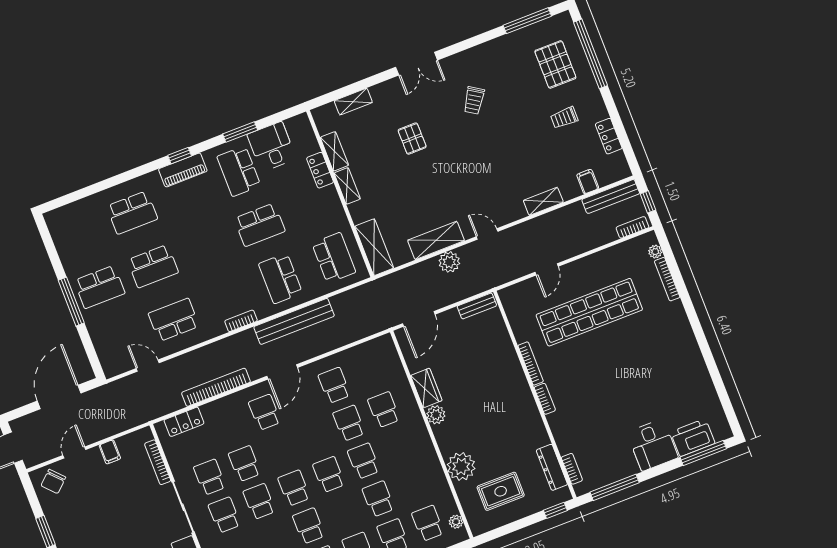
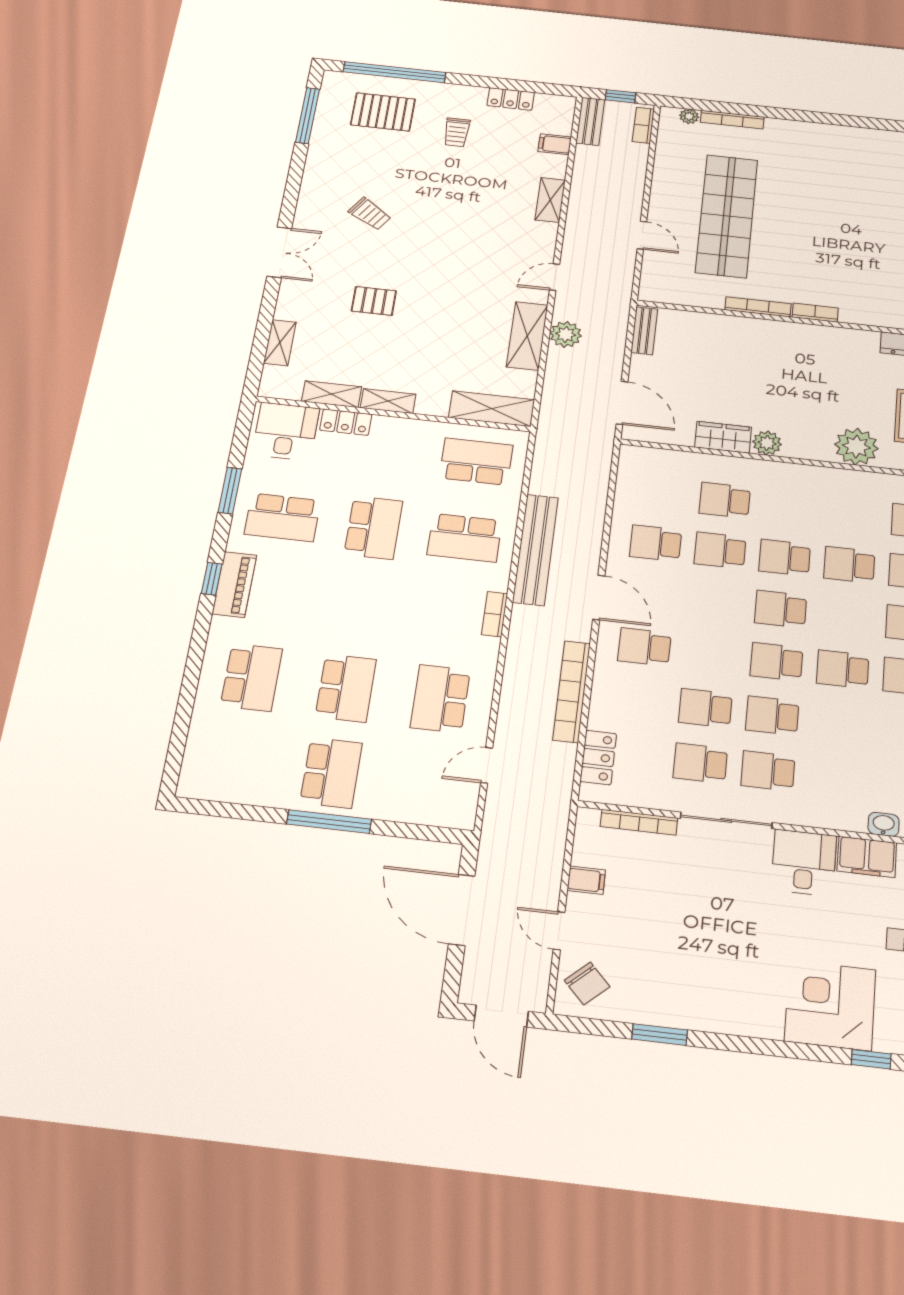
desk: (272, 147) -> (286, 431), moved, turned 90
bench: (611, 196) -> (590, 121), width x0.73

